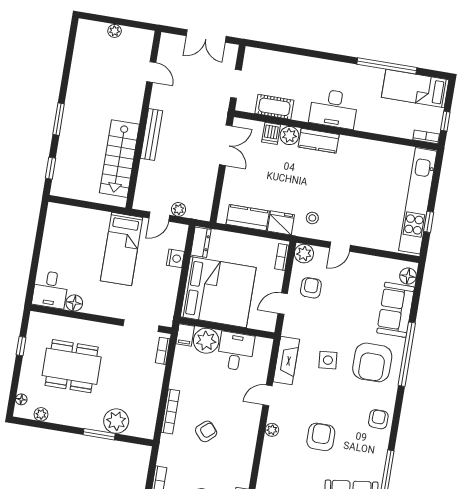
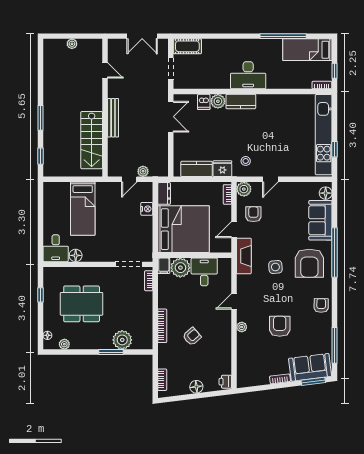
cot: (274, 107) -> (187, 46), moved
bed: (122, 249) -> (83, 209), moved
fireplace: (286, 361) -> (244, 256), moved

